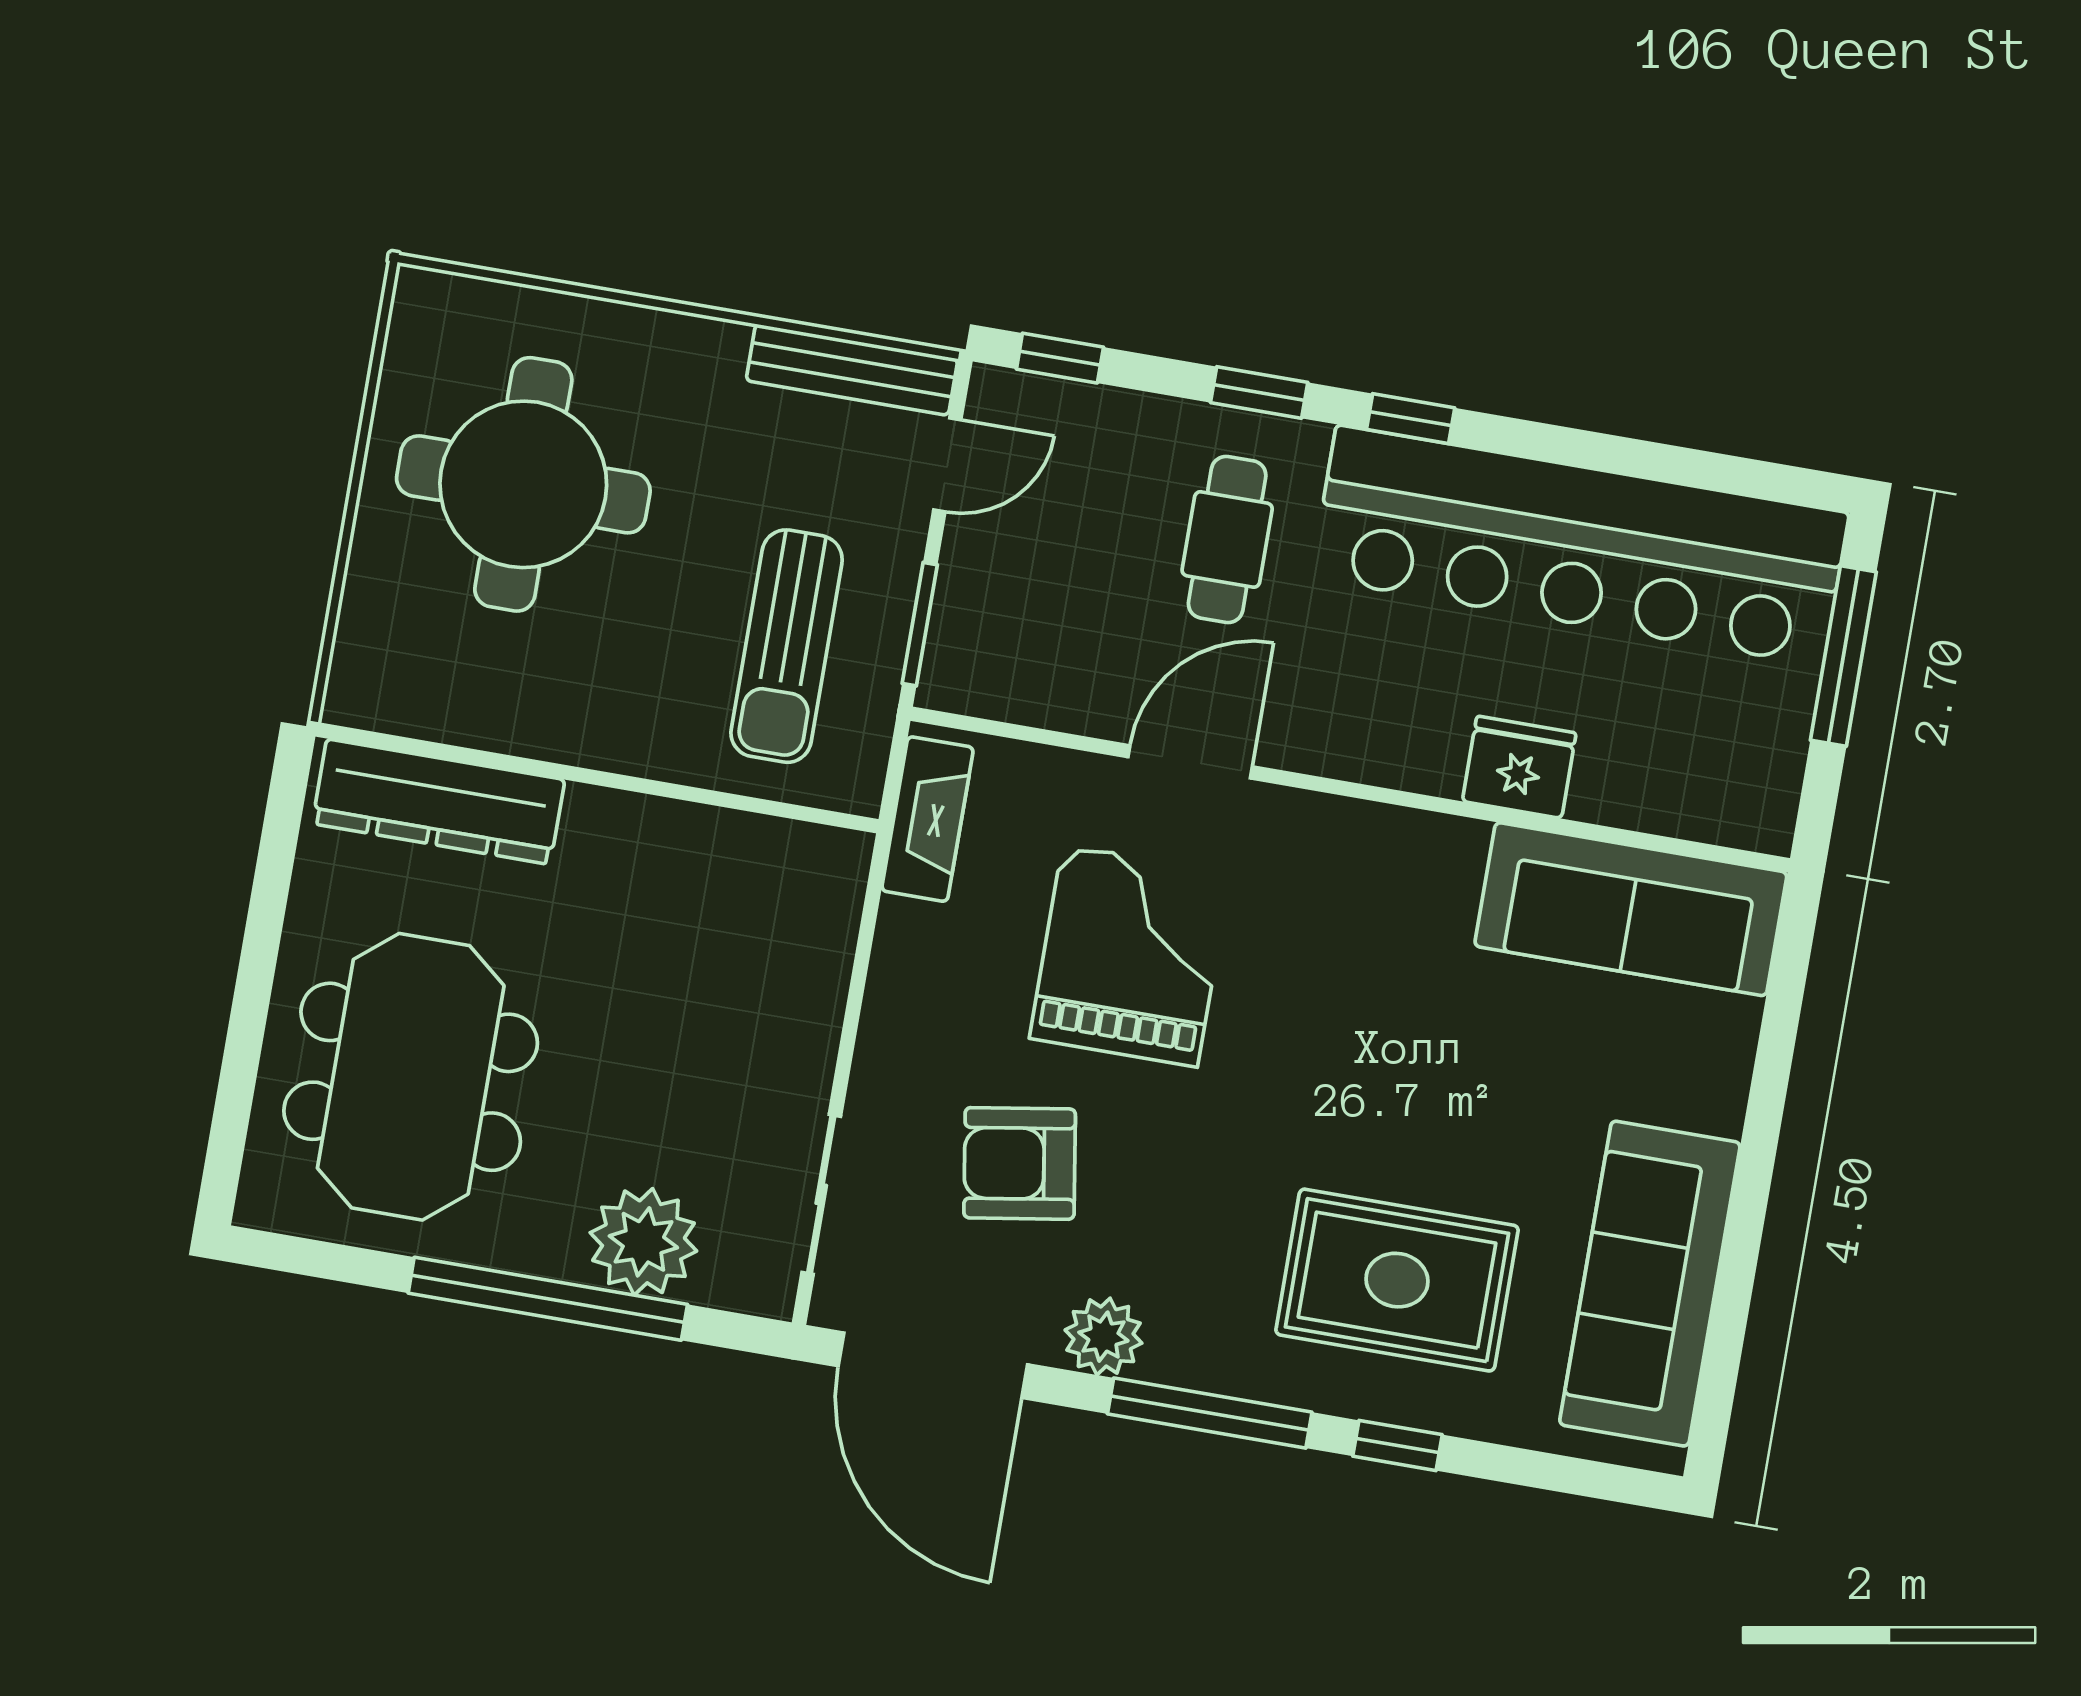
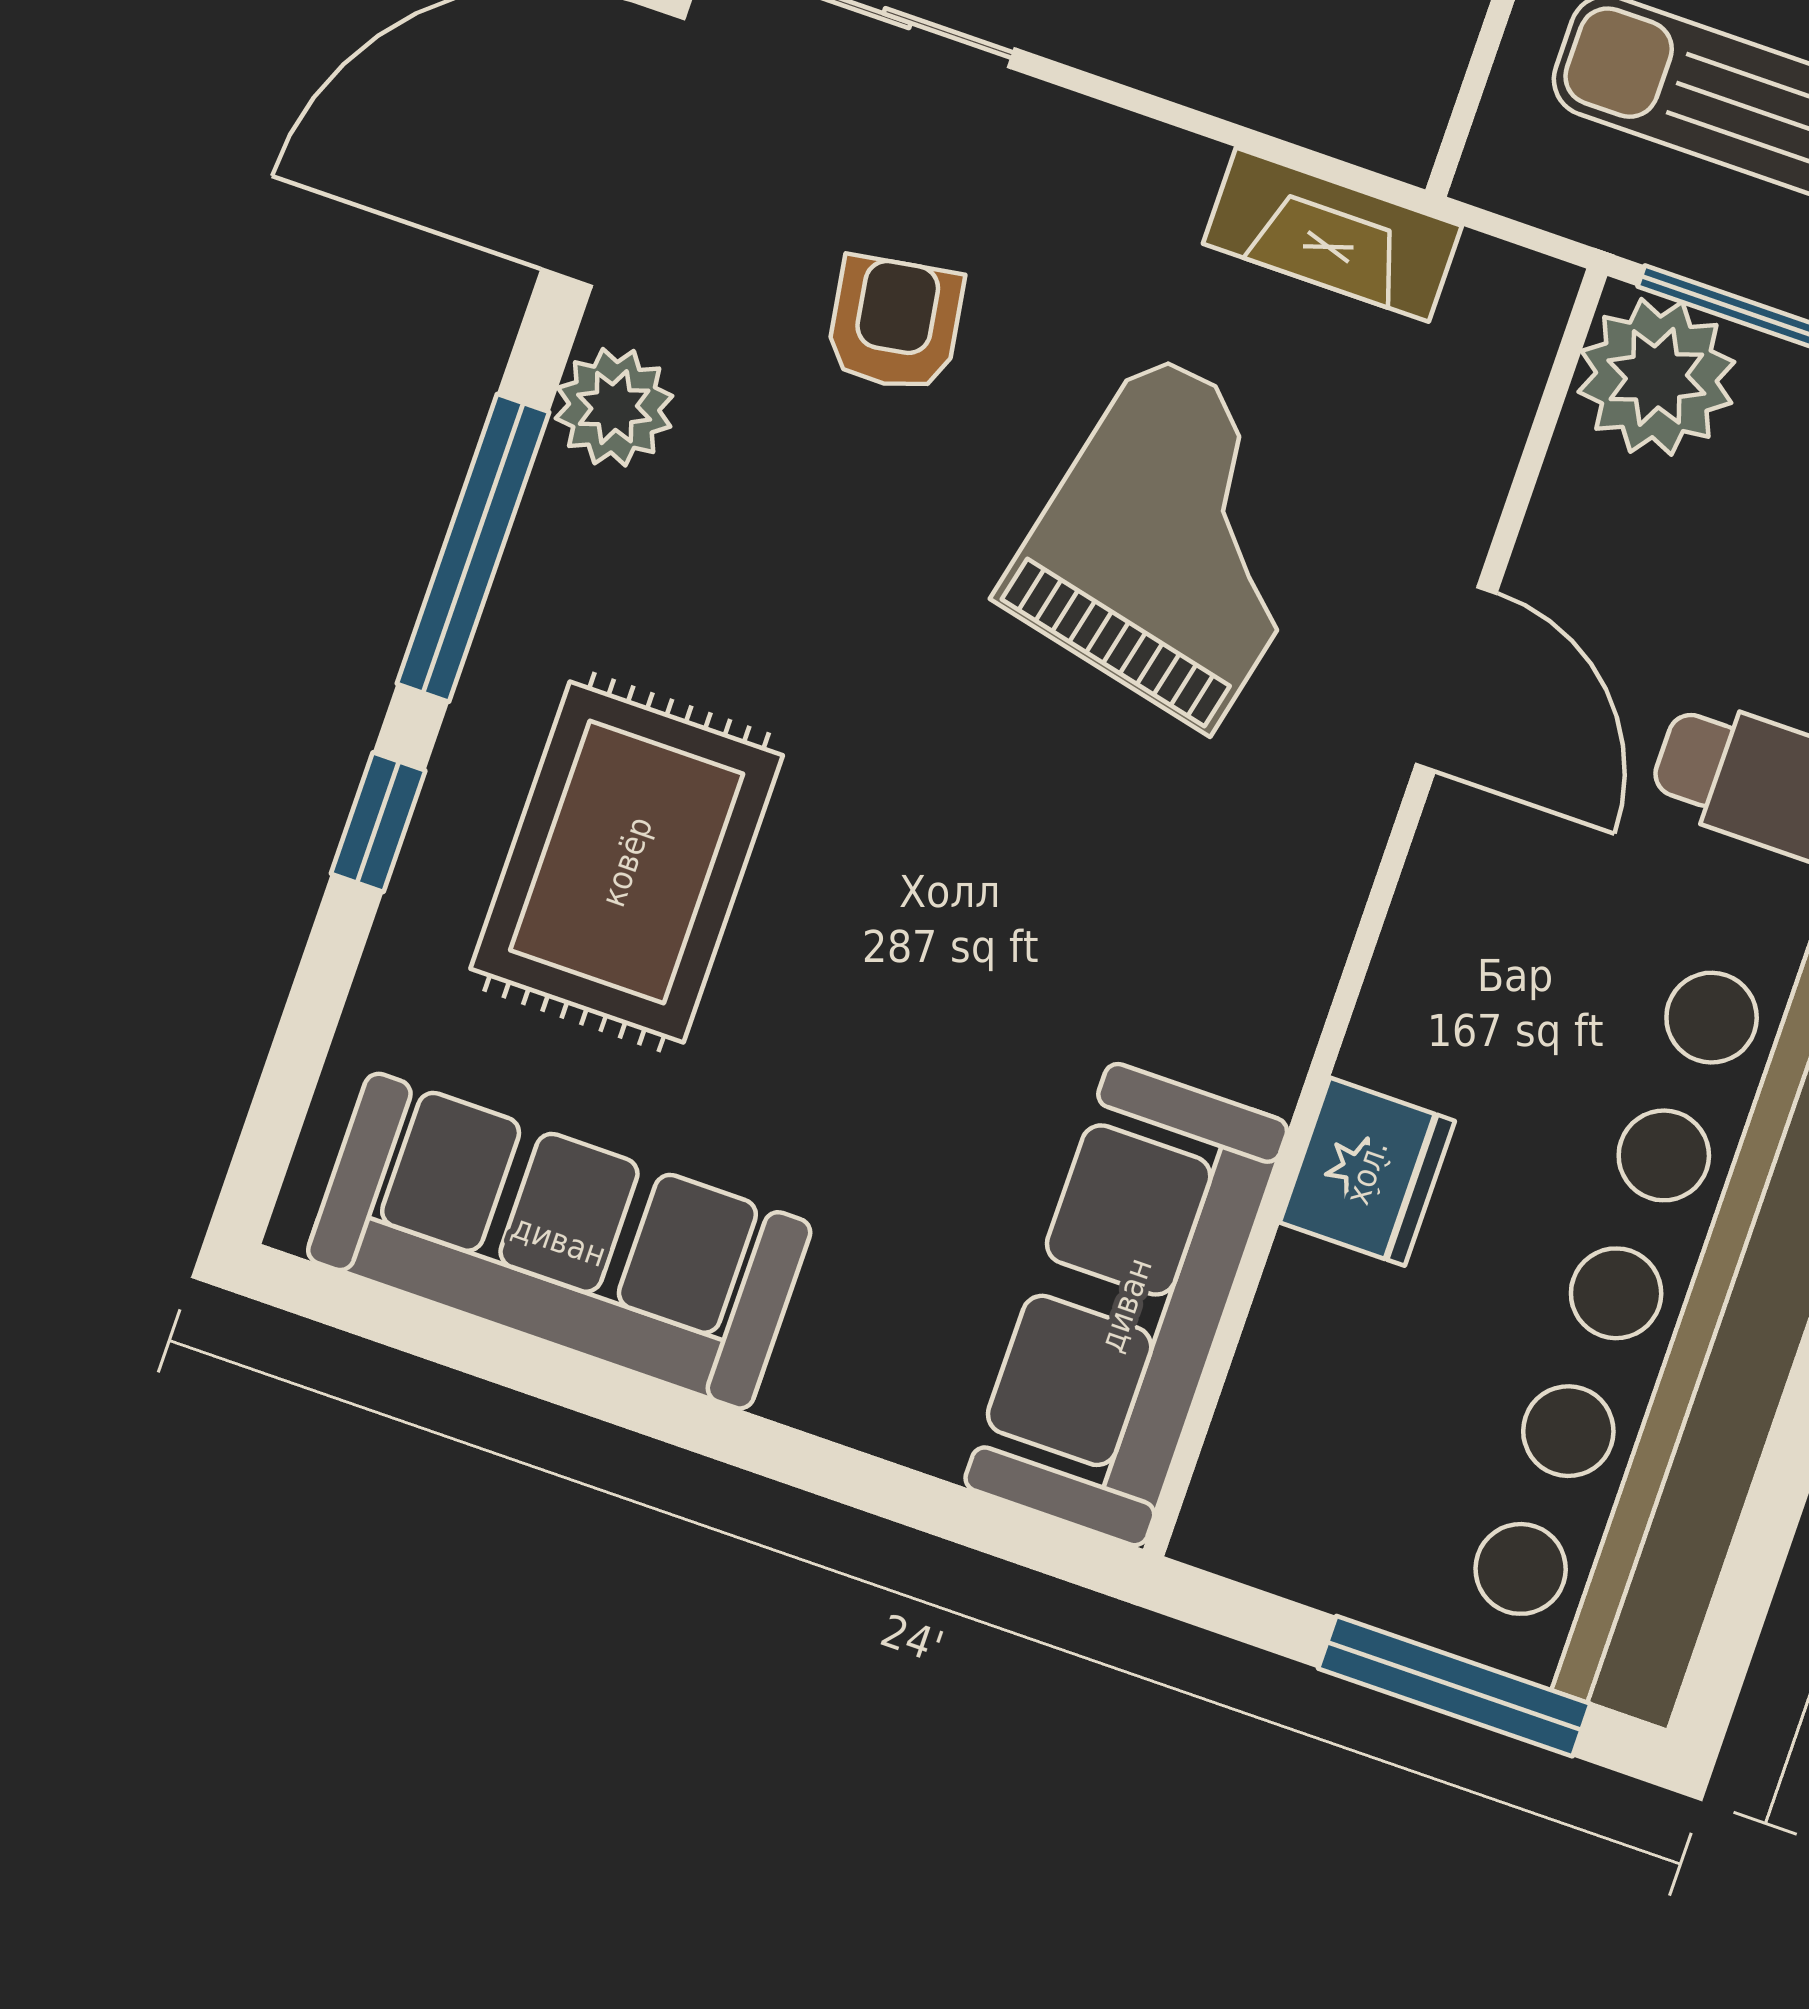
plant: (973, 664) -> (1656, 377), added
fireplace: (928, 819) -> (1332, 235), moved
grand piano: (1130, 956) -> (1180, 541), turned -77
armchair: (1020, 1163) -> (895, 324), width x0.72, depth x0.72

